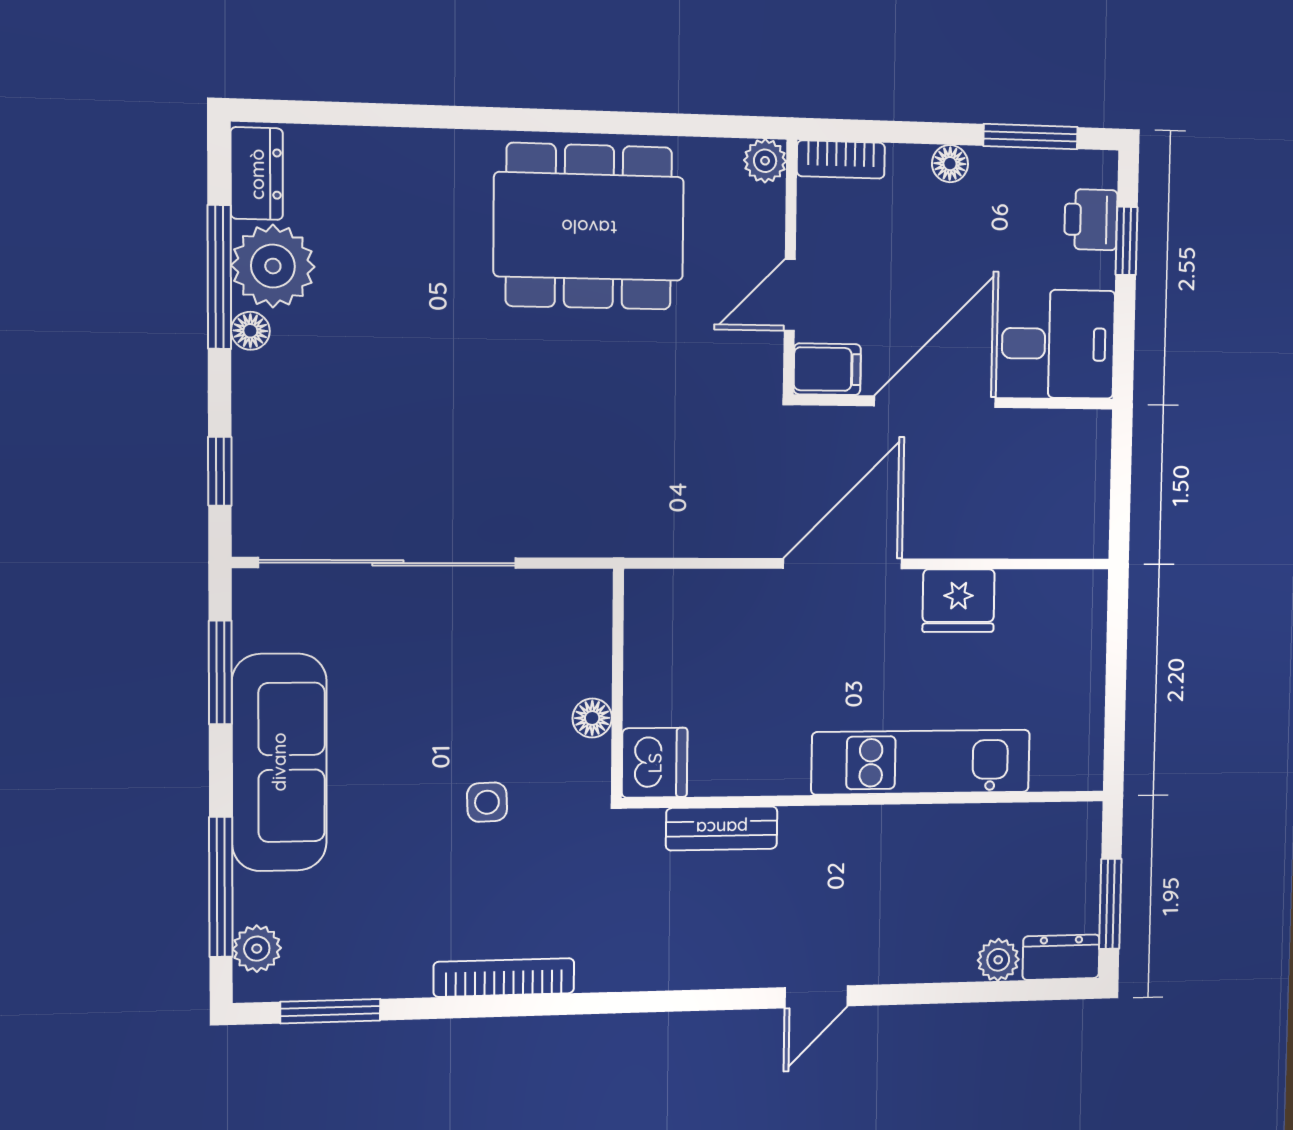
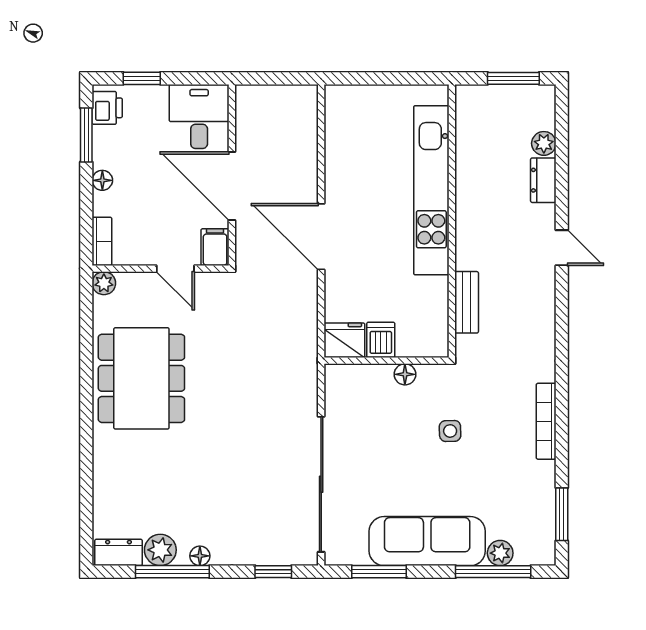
printer: (1091, 220) -> (107, 108), moved, turned -90
plant: (273, 266) -> (160, 550), width x0.73, depth x0.73
fridge: (959, 601) -> (344, 340), moved, turned -90
kitchen unit: (921, 762) -> (431, 190), width x1.36
dishwasher: (655, 763) -> (381, 340), moved, width x0.73
plant: (257, 949) -> (500, 553), moved
dresser: (1061, 957) -> (543, 180), moved

